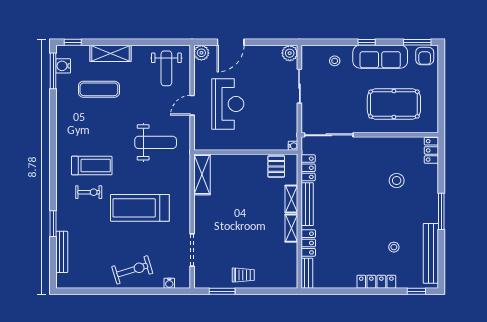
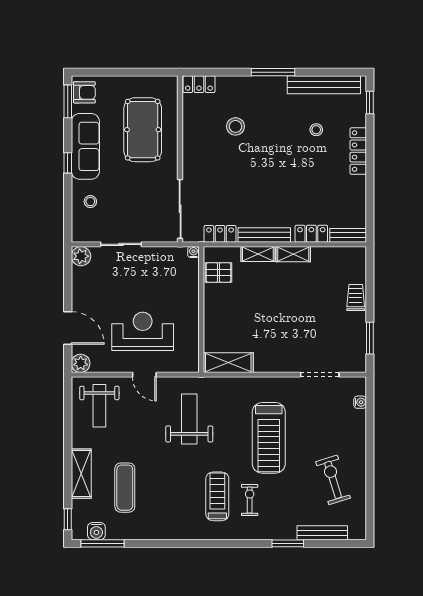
weight bench: (166, 68) -> (99, 406), turned 90
exercise bike: (132, 270) -> (333, 480), moved
trolley: (243, 275) -> (356, 298), moved

